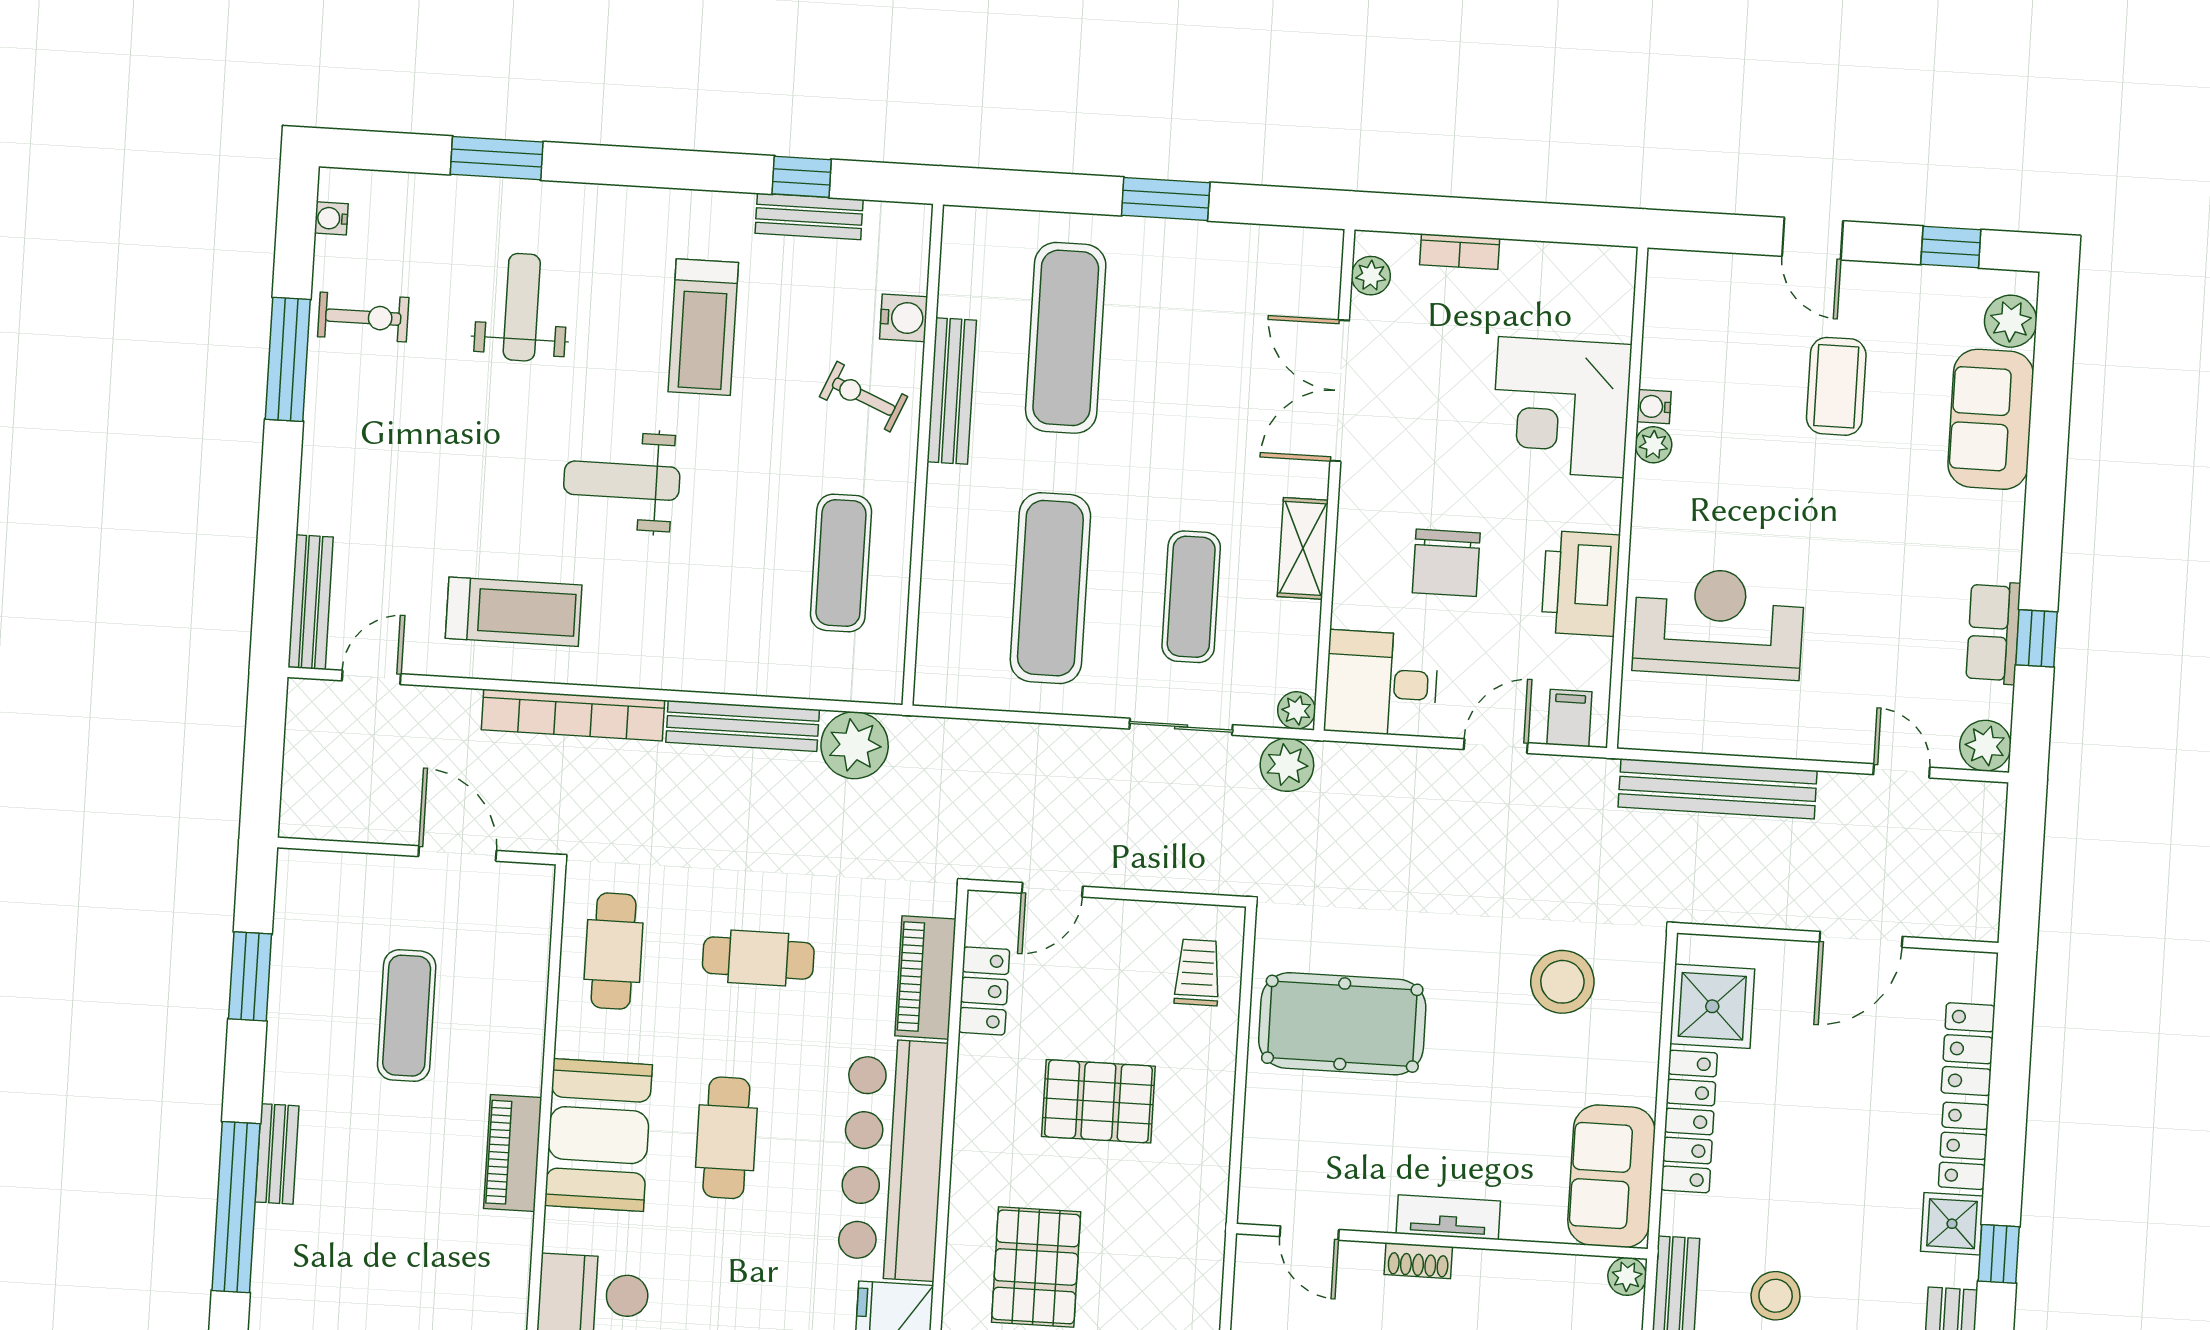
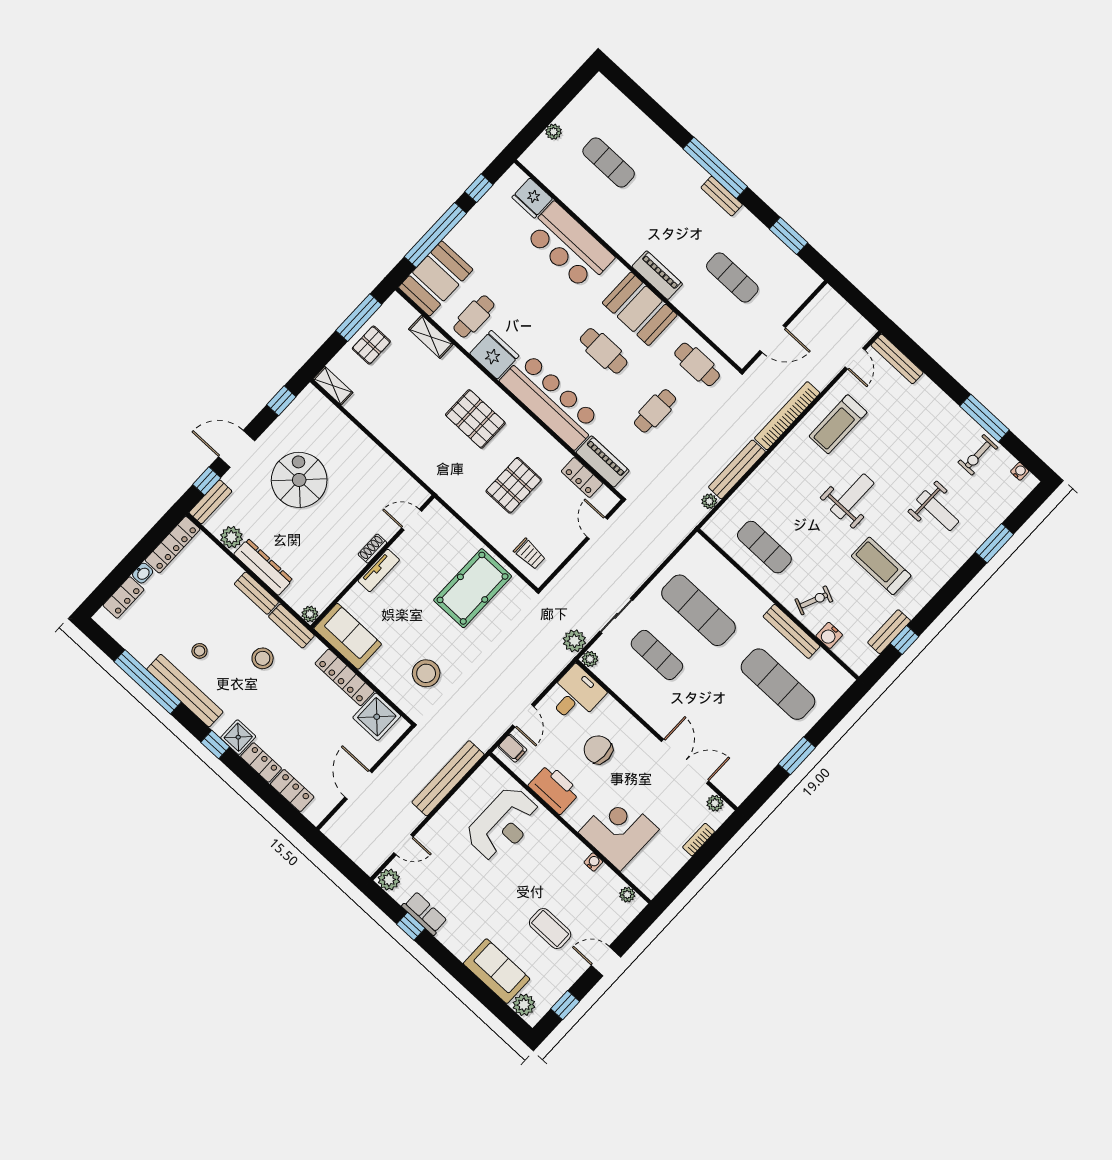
plant: (1654, 445) -> (627, 895), moved
shelving: (1303, 548) -> (642, 706), removed
plant: (855, 745) -> (709, 501), width x0.53, depth x0.53

